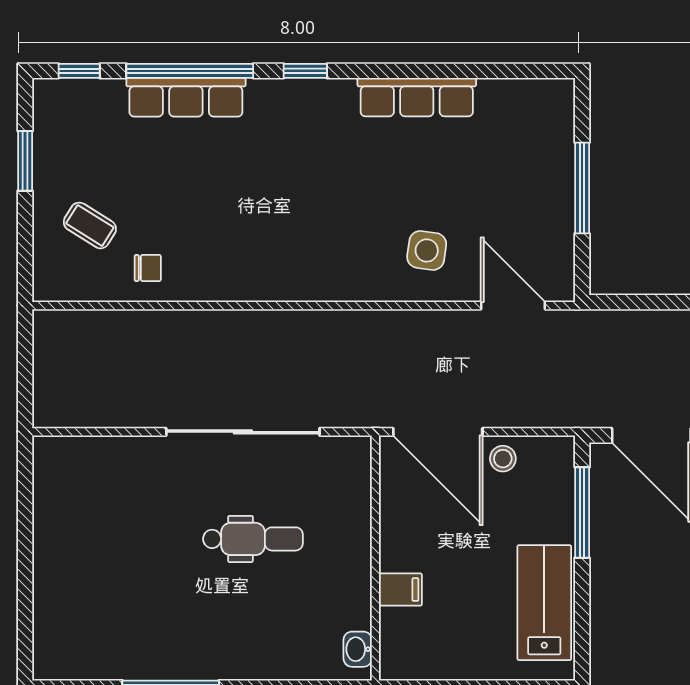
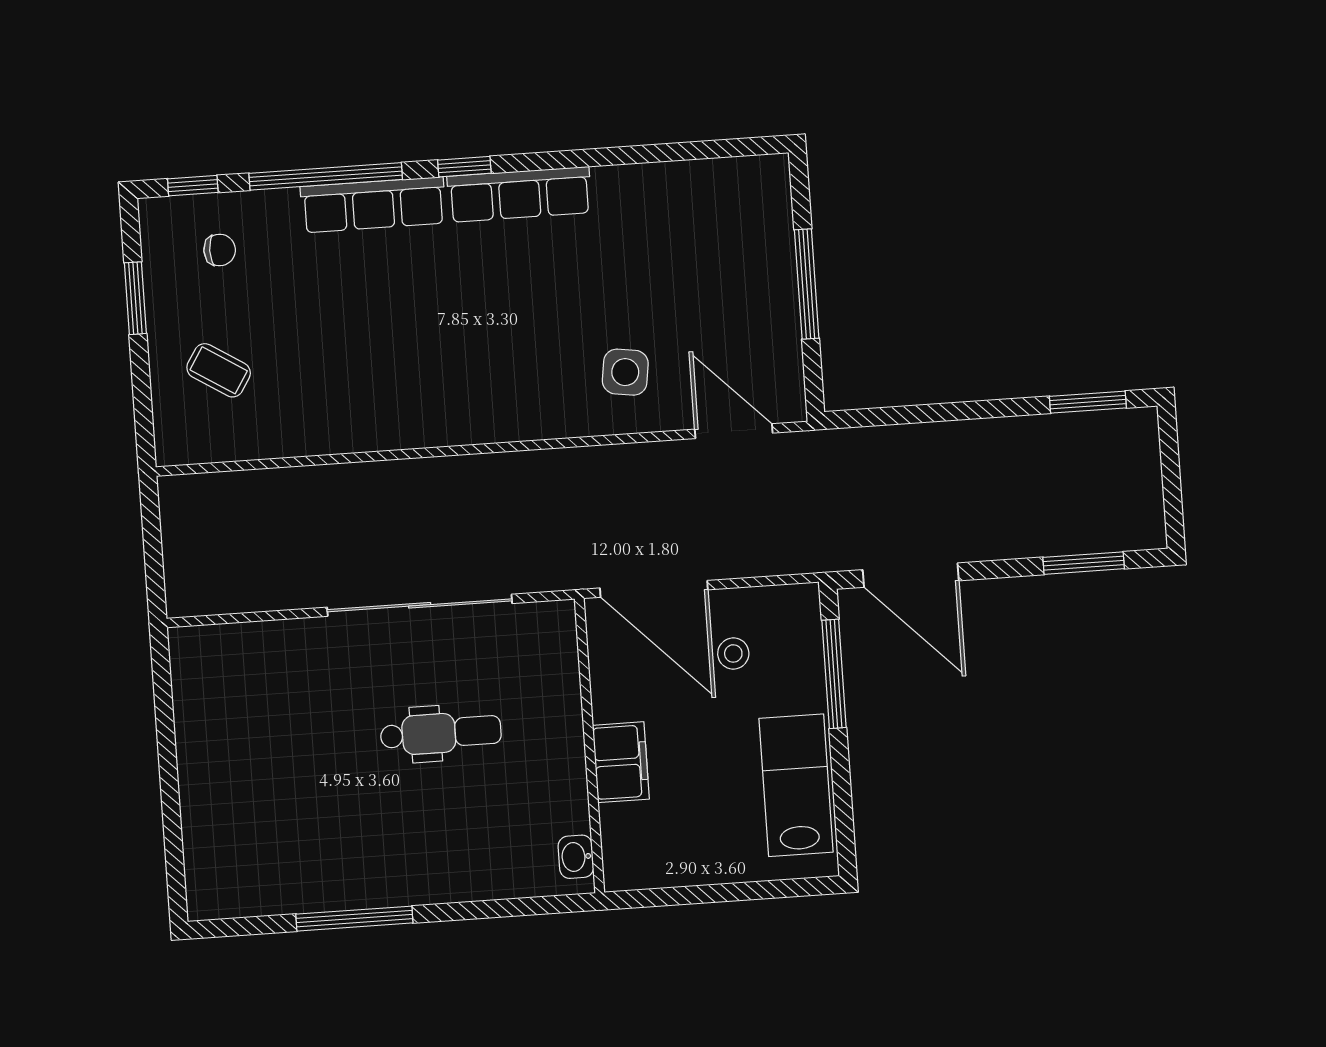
row of seats: (186, 97) -> (373, 205), moved
row of seats: (417, 97) -> (519, 194), moved
chair: (148, 268) -> (220, 250), moved
stool: (503, 459) -> (733, 653), moved
filing cabinet: (400, 590) -> (621, 762), width x2.00

